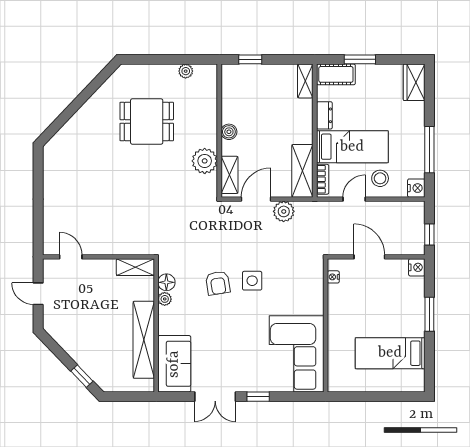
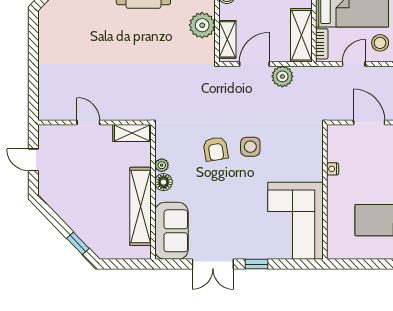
door: (71, 257) -> (88, 122), moved
nightstand: (333, 277) -> (333, 169), moved
floor lamp: (166, 282) -> (164, 182), moved

